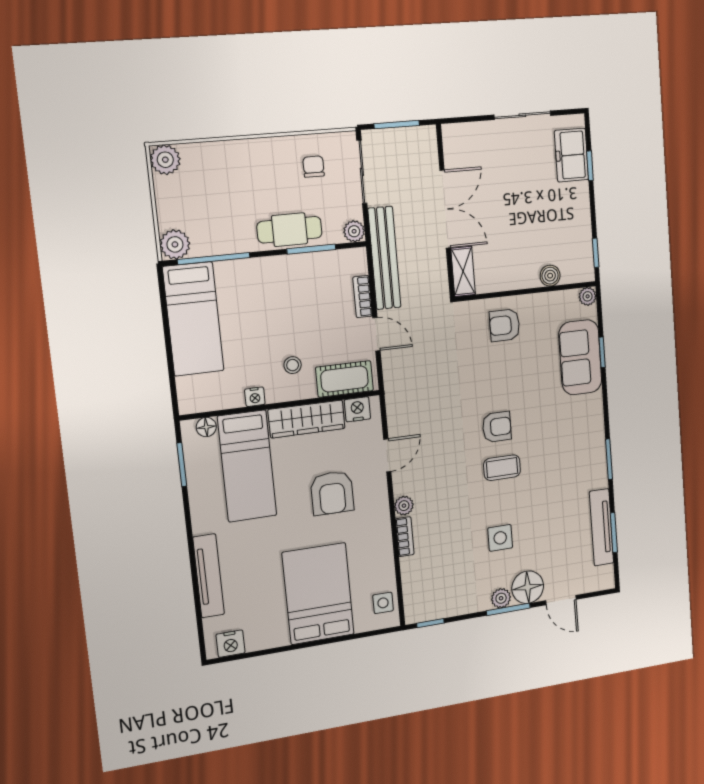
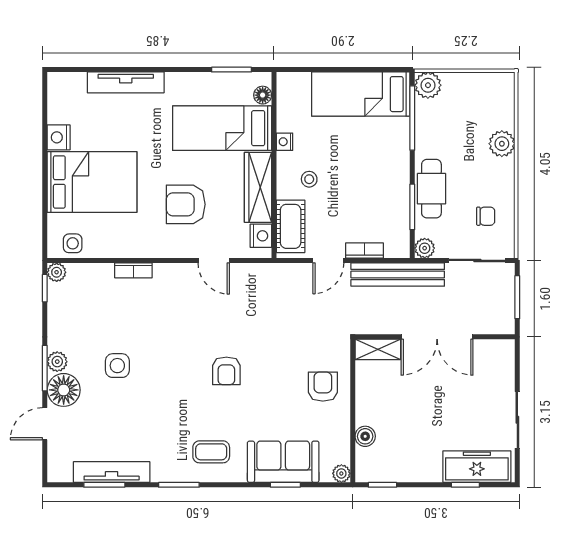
freezer: (572, 155) -> (477, 467), width x1.40
plant: (165, 160) -> (502, 144), moved
coffee table: (502, 468) -> (211, 452), moved, turned 90
plant: (404, 506) -> (57, 272), moved
nightstand: (231, 644) -> (59, 137), moved

